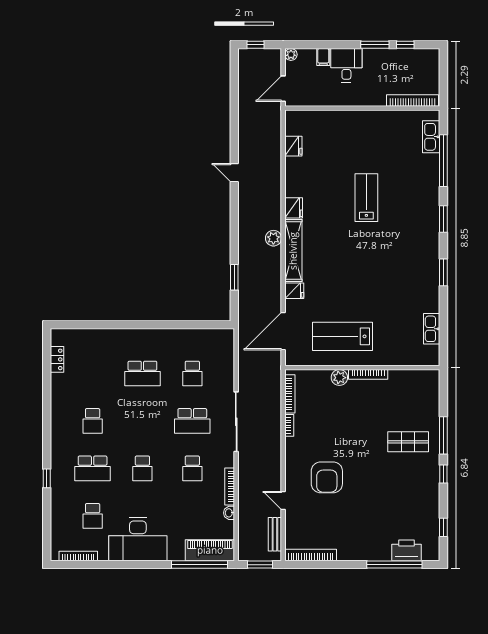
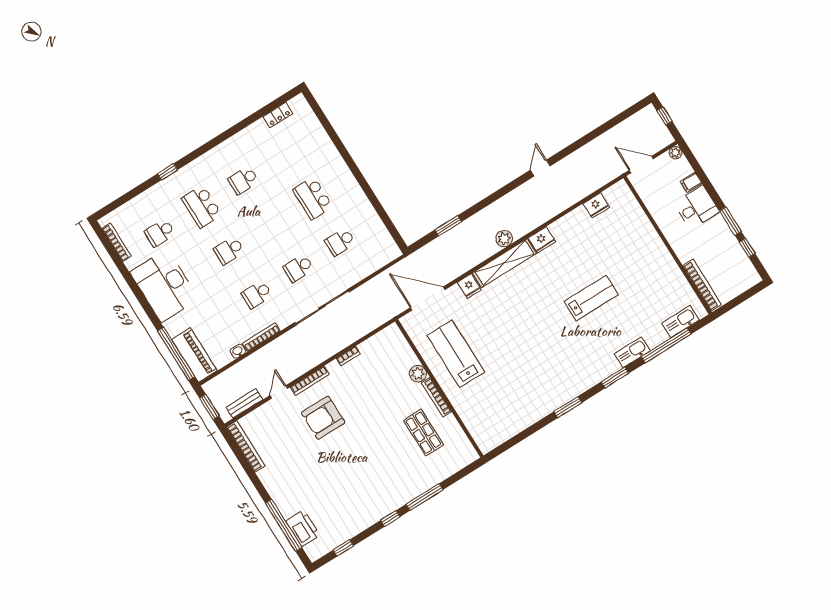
kitchen sink: (432, 329) -> (632, 352), moved
bookcase: (290, 394) -> (310, 381), moved
school desk: (192, 421) -> (298, 268), width x0.54
shop shelf: (408, 442) -> (423, 433), moved

